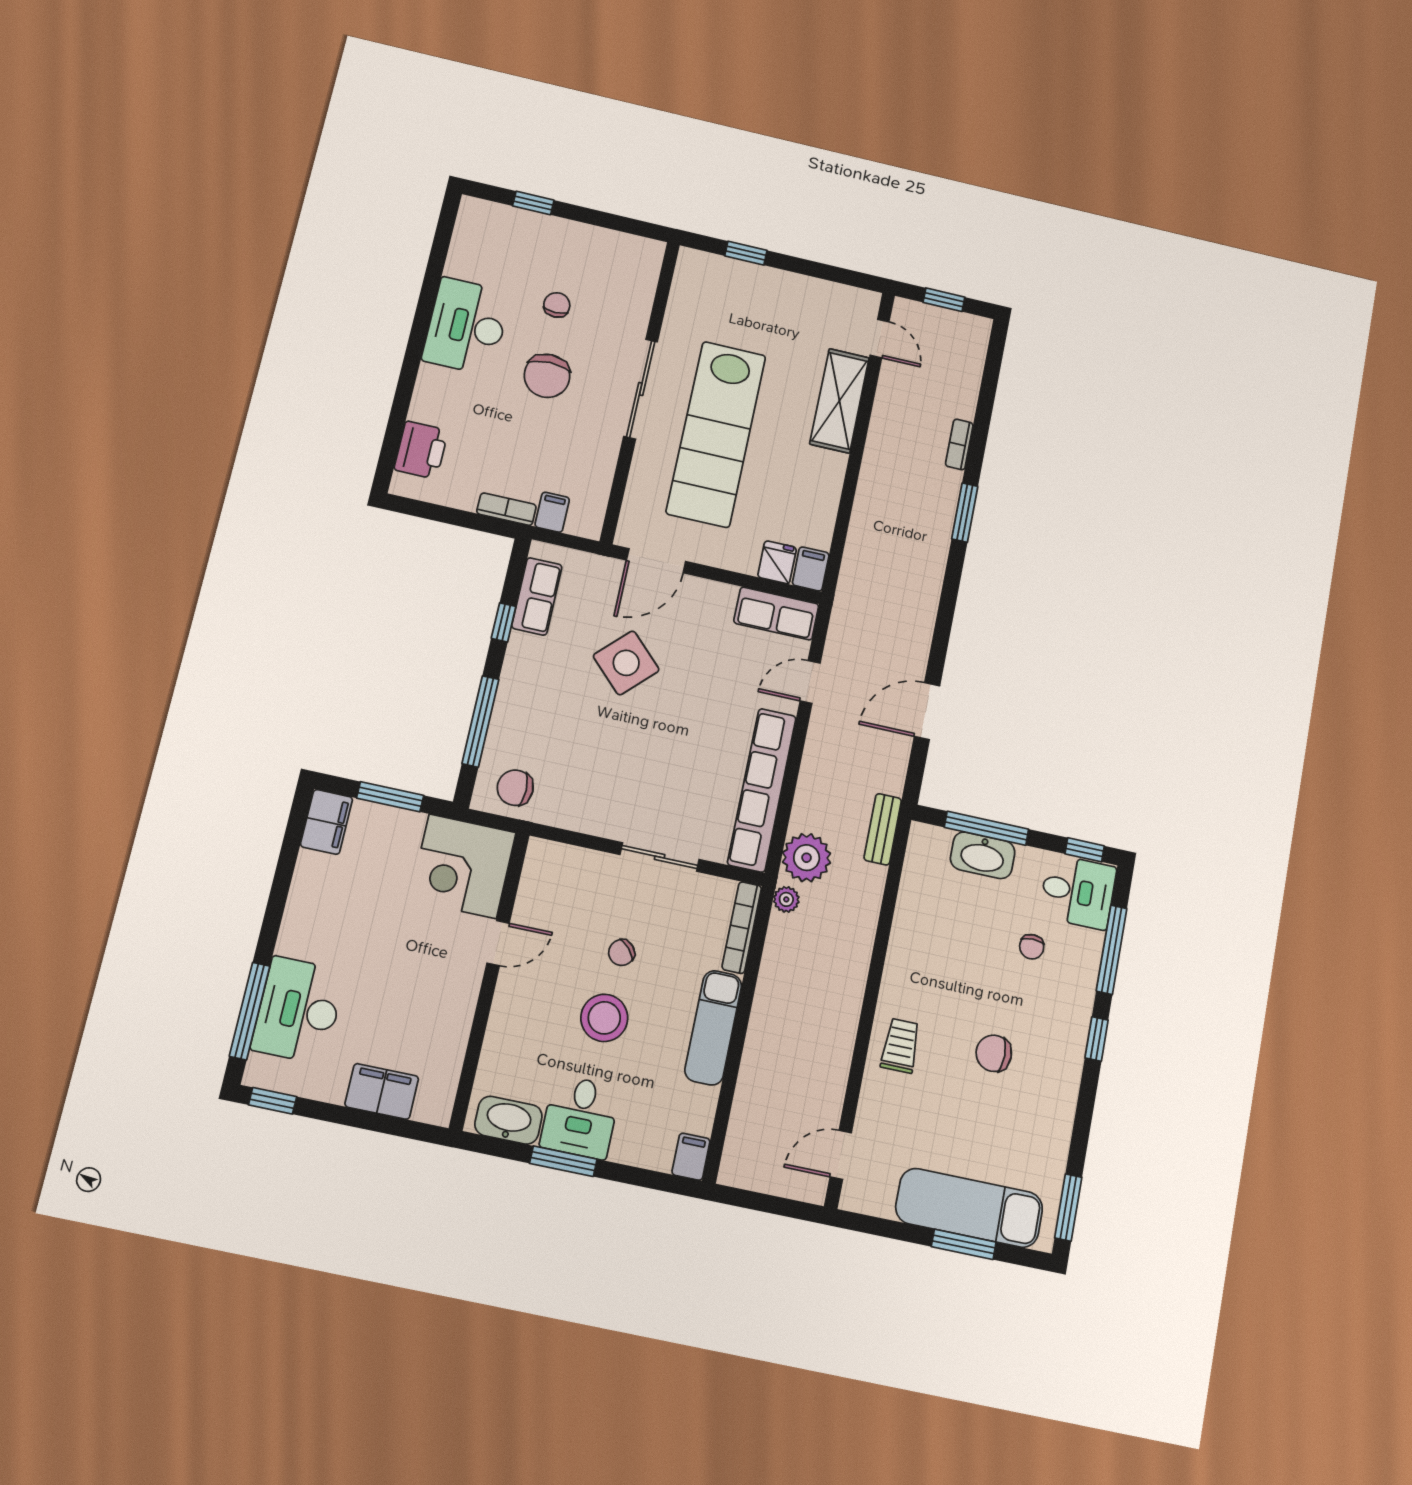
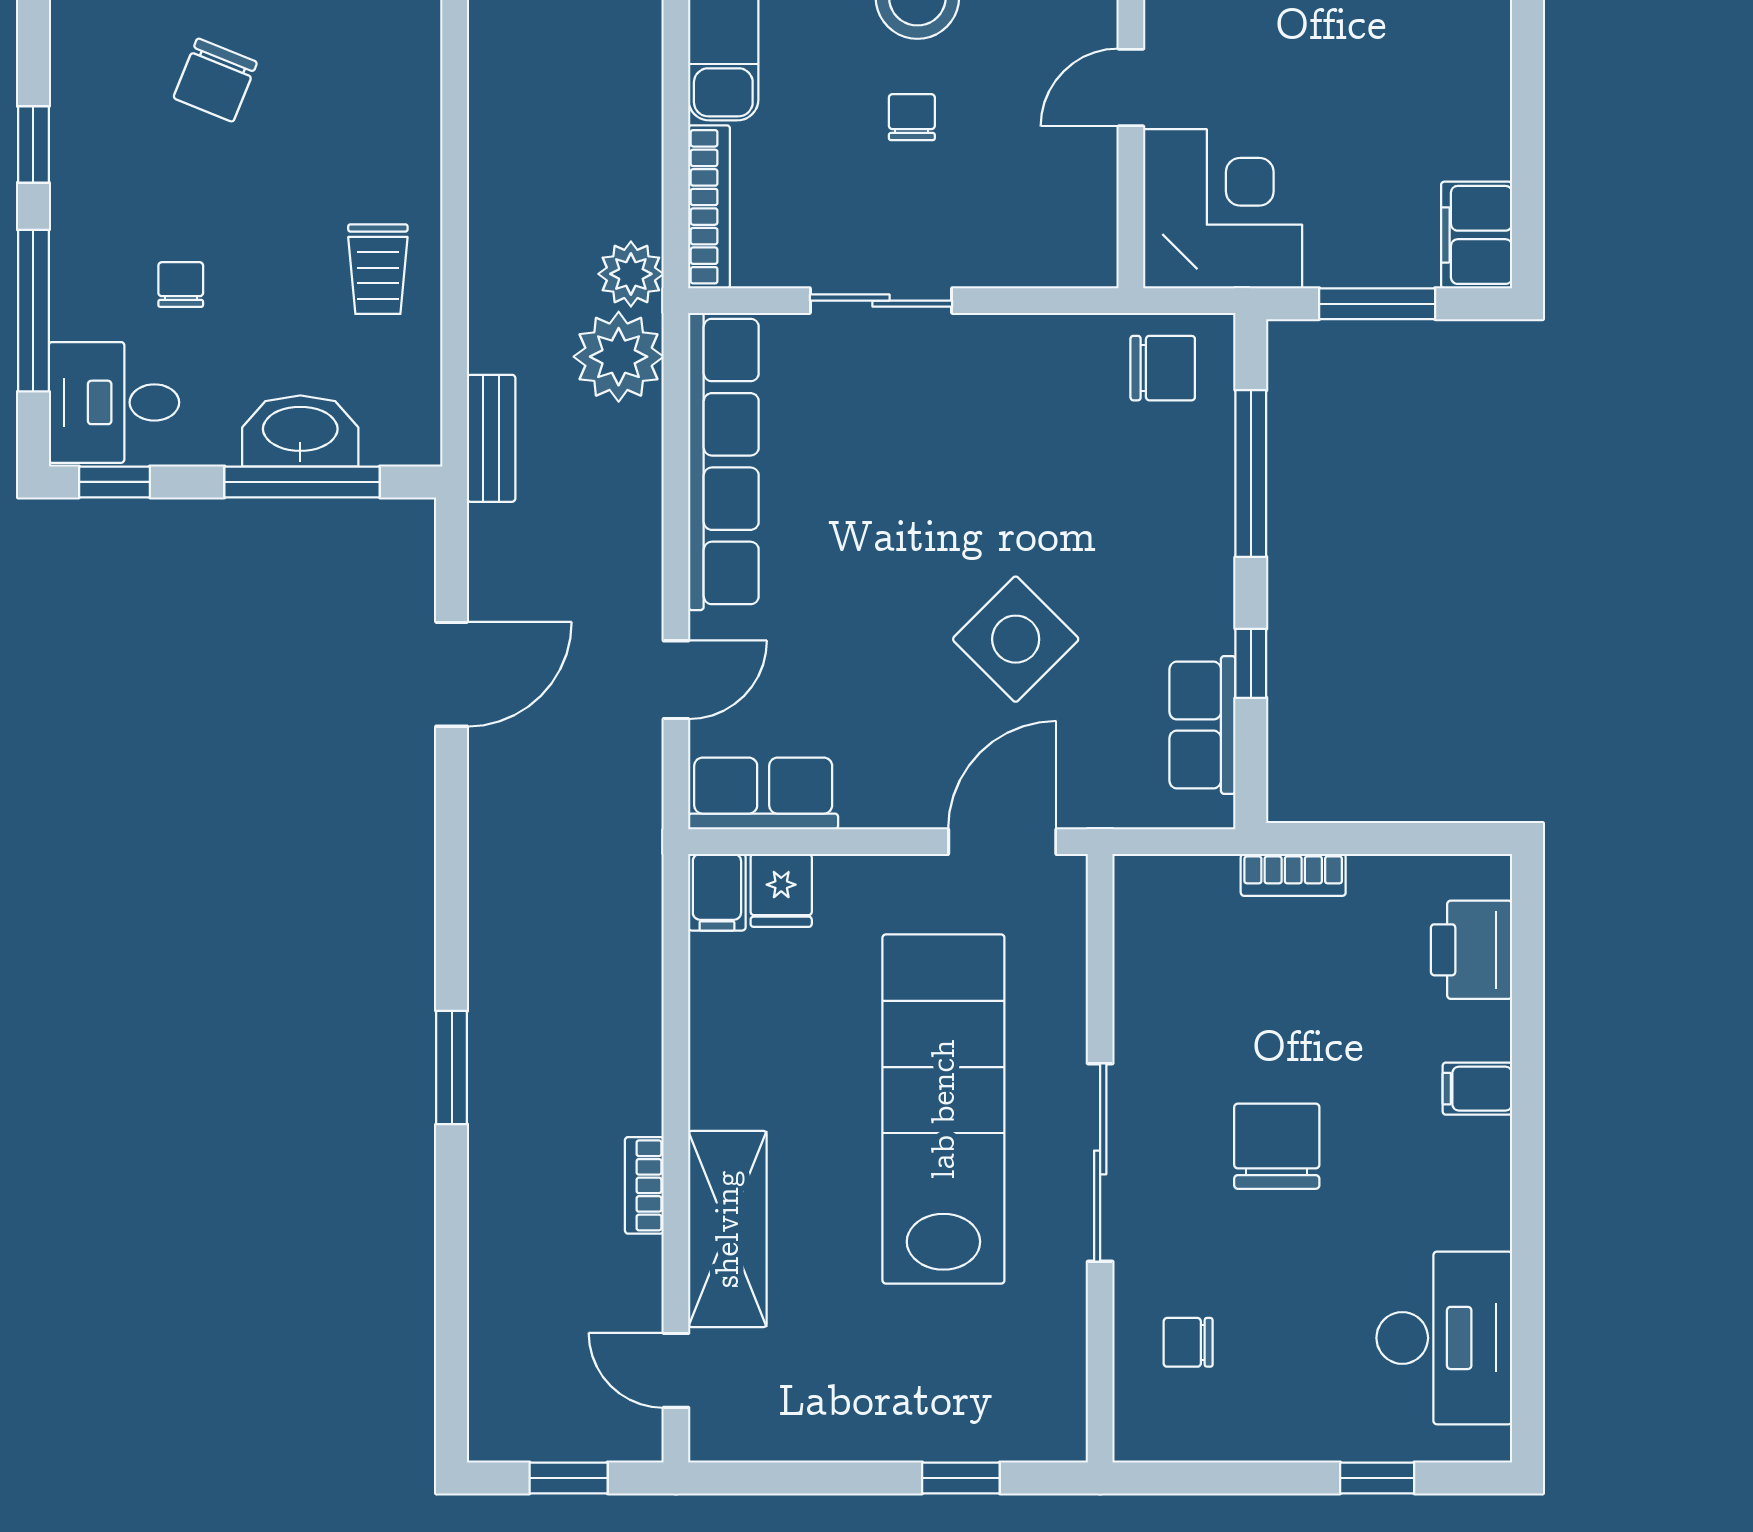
chair: (557, 305) -> (1188, 1342), moved, turned 90
desk: (467, 326) -> (1444, 1338), moved
bookcase: (959, 444) -> (644, 1185), moved, turned 180
filing cabinet: (552, 512) -> (1477, 1089), moved, turned 90
plant: (786, 899) -> (631, 274), width x1.38, depth x1.38
chair: (622, 953) -> (912, 117), turned -48
trolley: (900, 1046) -> (378, 269), moved
chair: (994, 1053) -> (215, 80), turned 112

